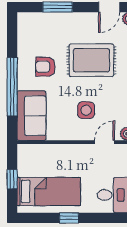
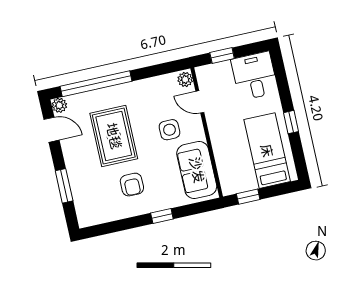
window: (12, 87) -> (162, 216), width x0.32
sofa: (31, 116) -> (197, 170), moved, turned -90
window: (12, 179) -> (248, 197), moved

